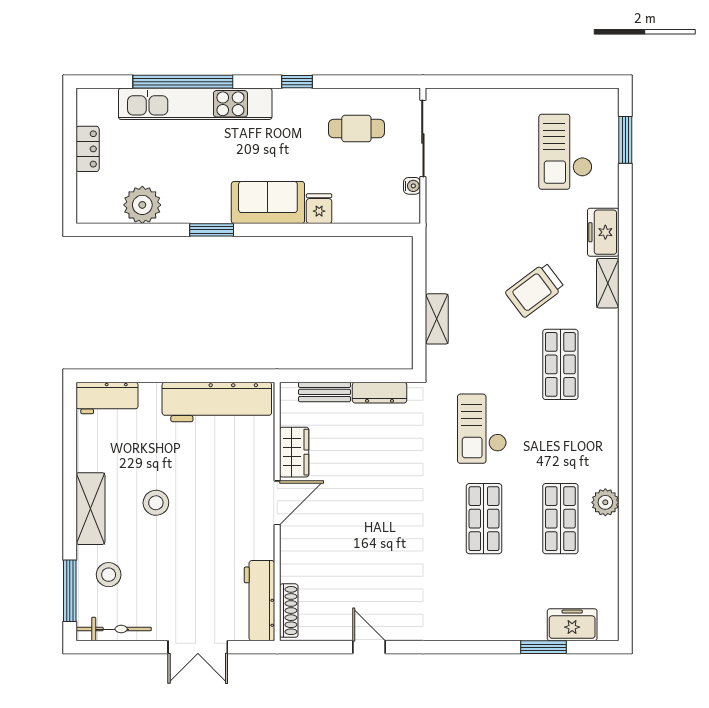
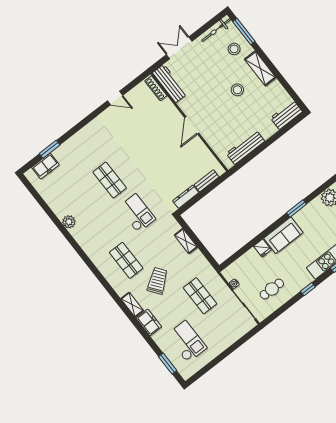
workbench: (217, 402) -> (245, 147), width x0.73, depth x0.76
wardrobe: (294, 452) -> (200, 149), removed
shop shelf: (560, 519) -> (200, 296), moved

